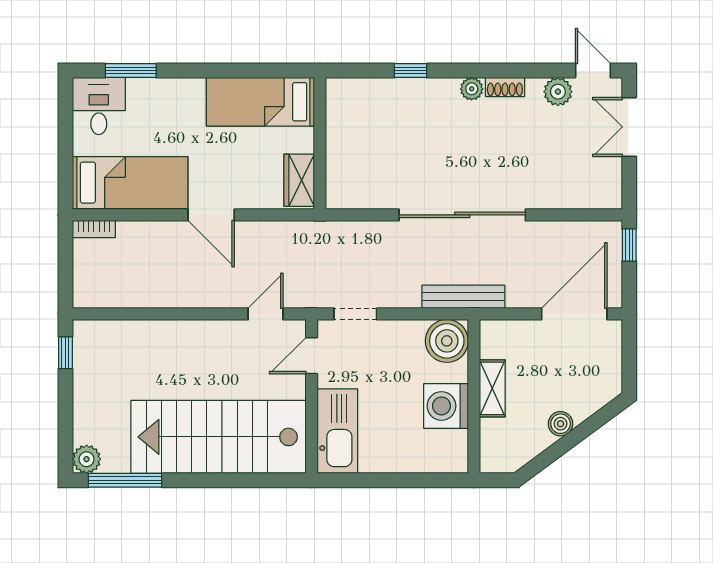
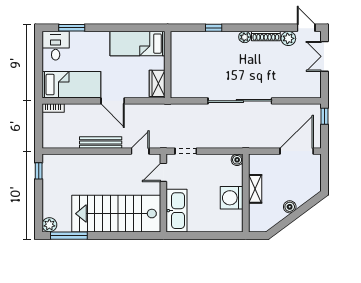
shoe rack: (505, 87) -> (266, 36), width x1.43
bench: (463, 297) -> (101, 142), moved
boiler: (447, 341) -> (237, 160), width x0.54, depth x0.54

